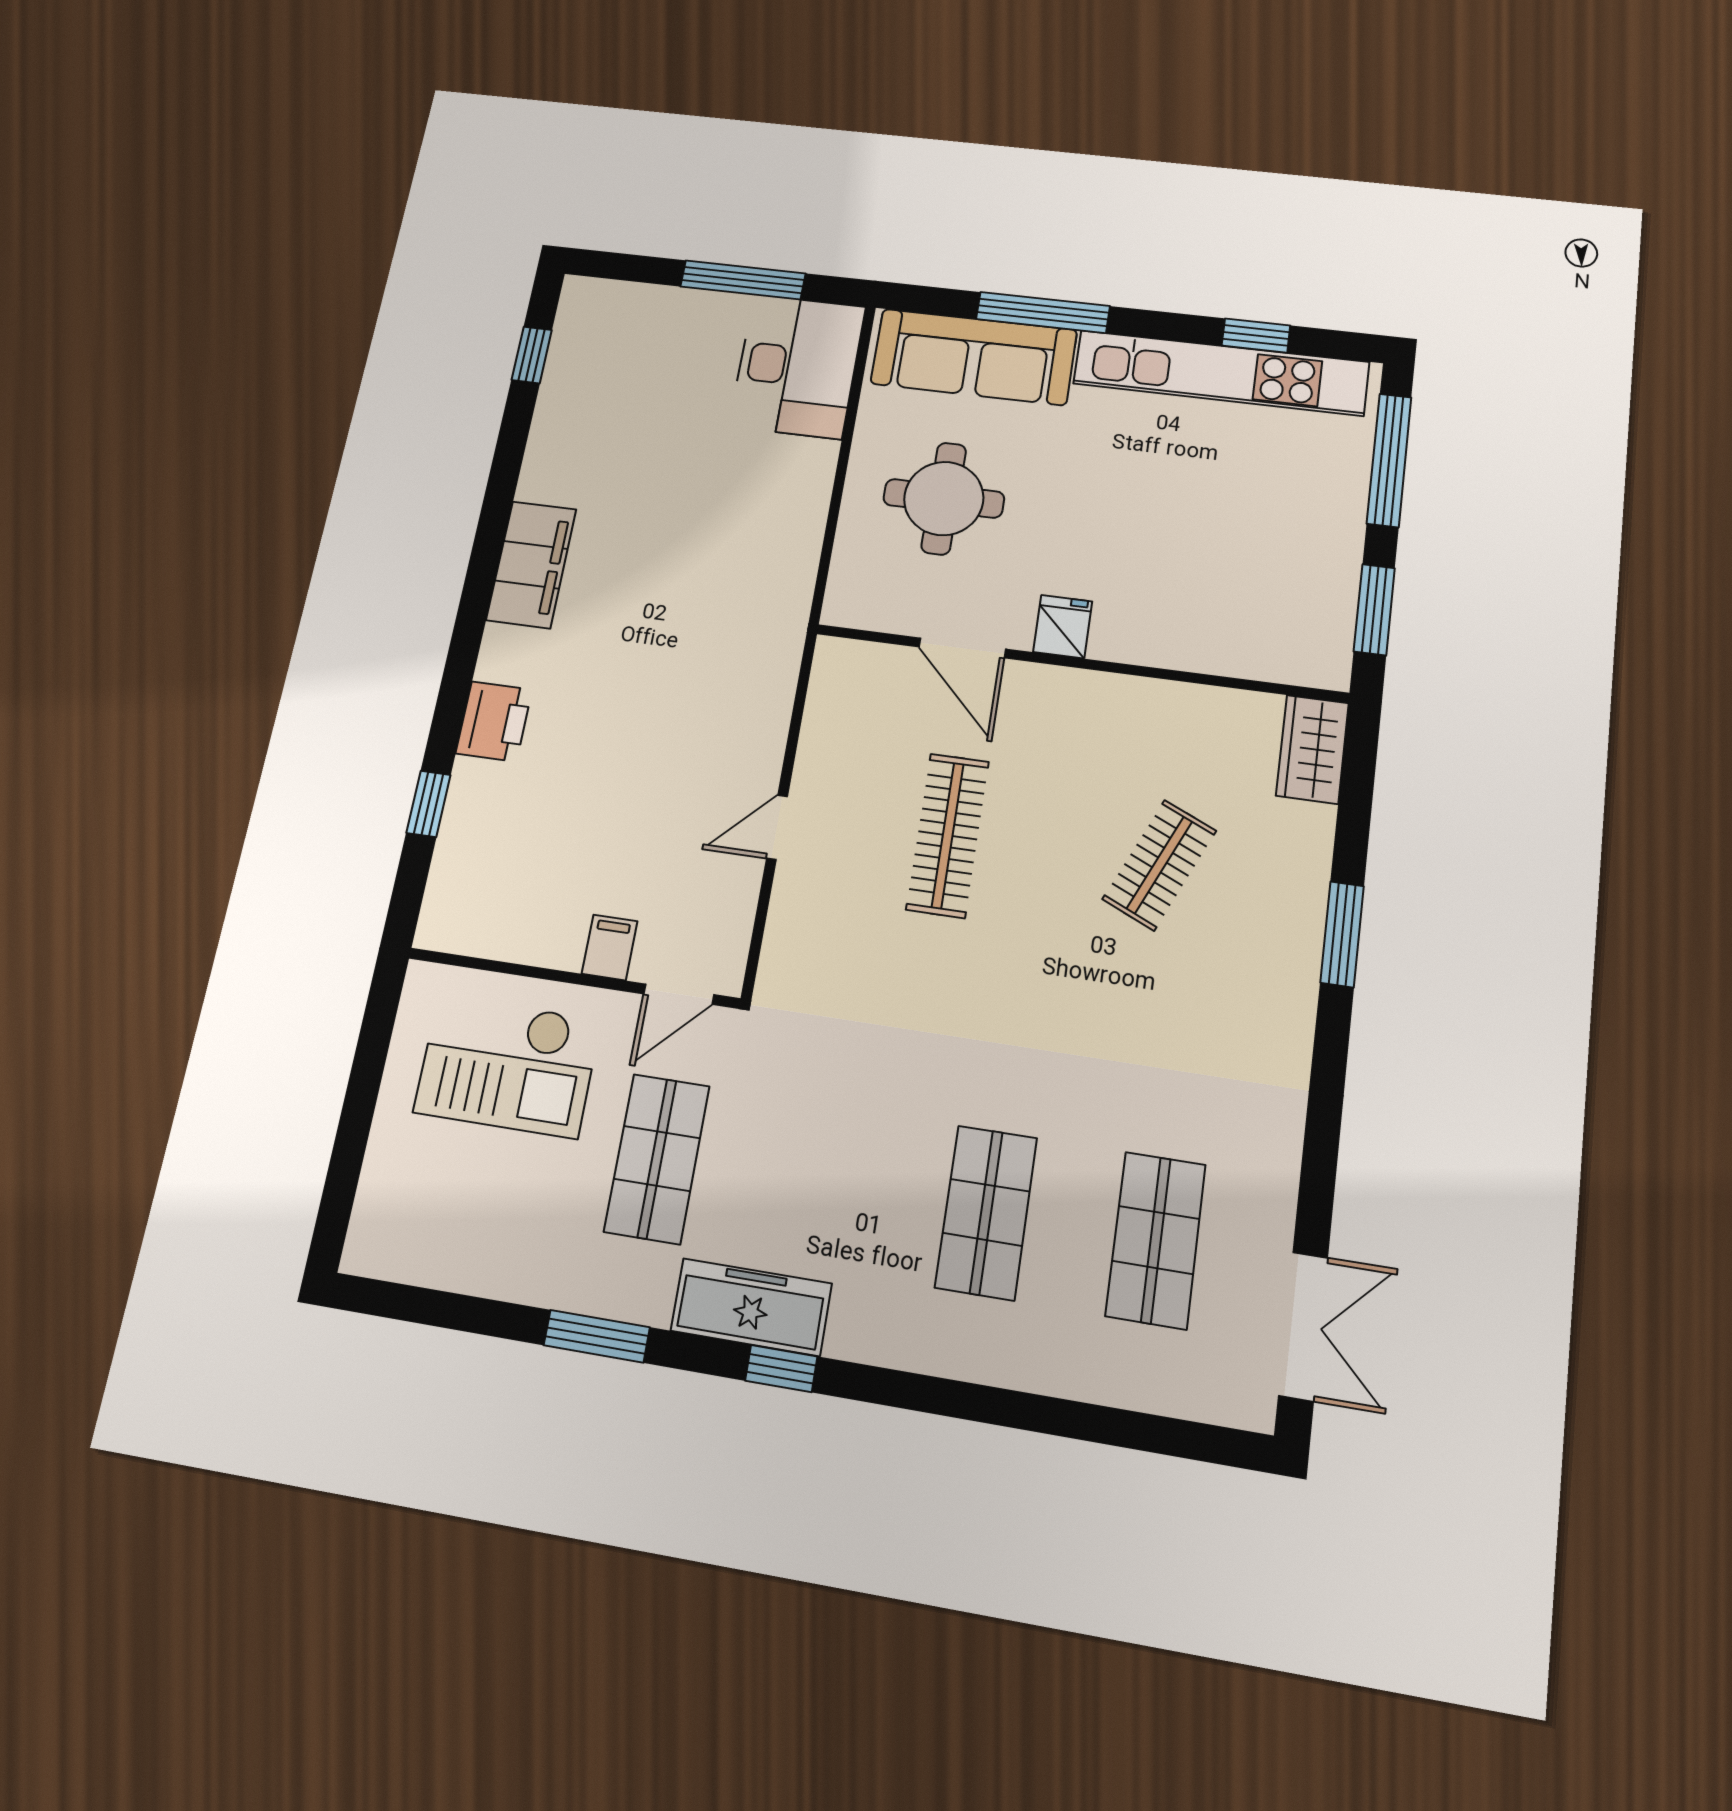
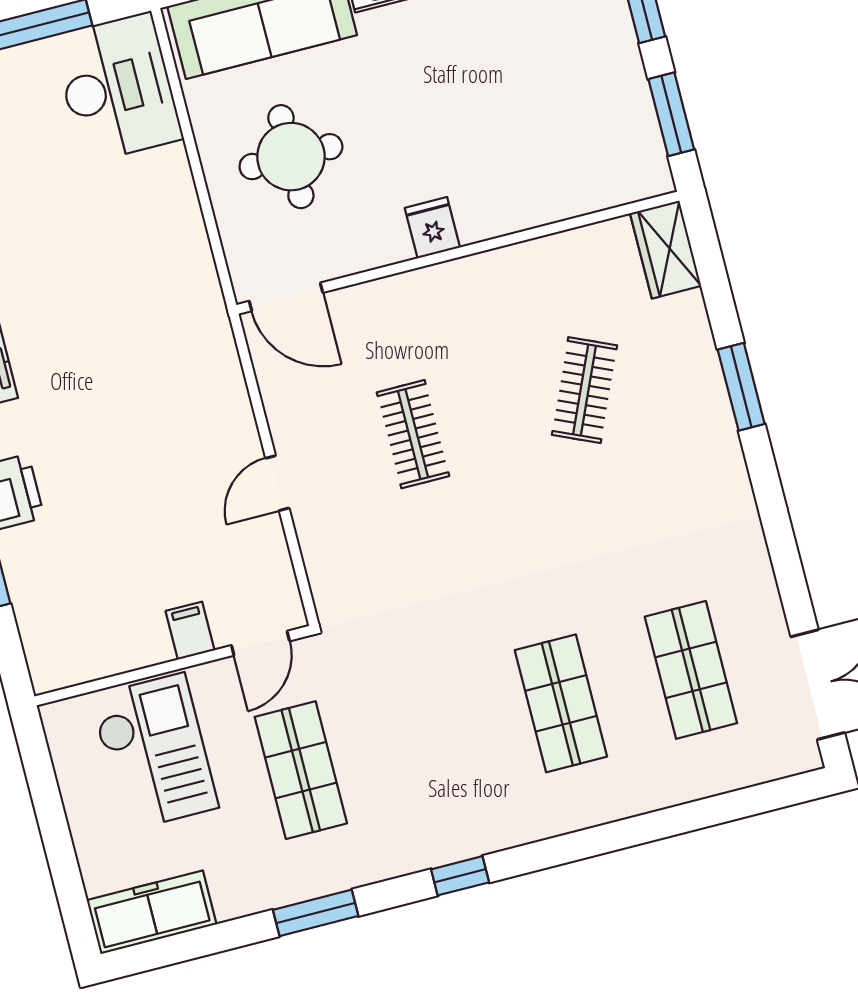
door: (962, 648) -> (286, 297), moved
clothes rail: (948, 835) -> (413, 434), width x0.73
checkout: (507, 1066) -> (154, 752), turned -90
freezer: (751, 1307) -> (152, 912), moved

